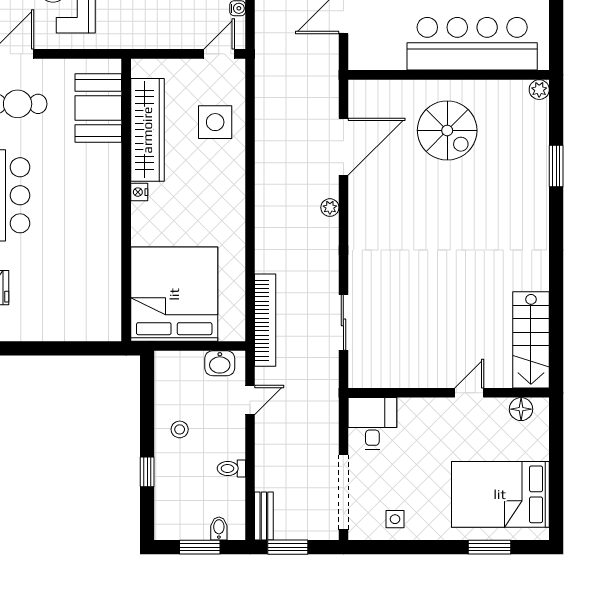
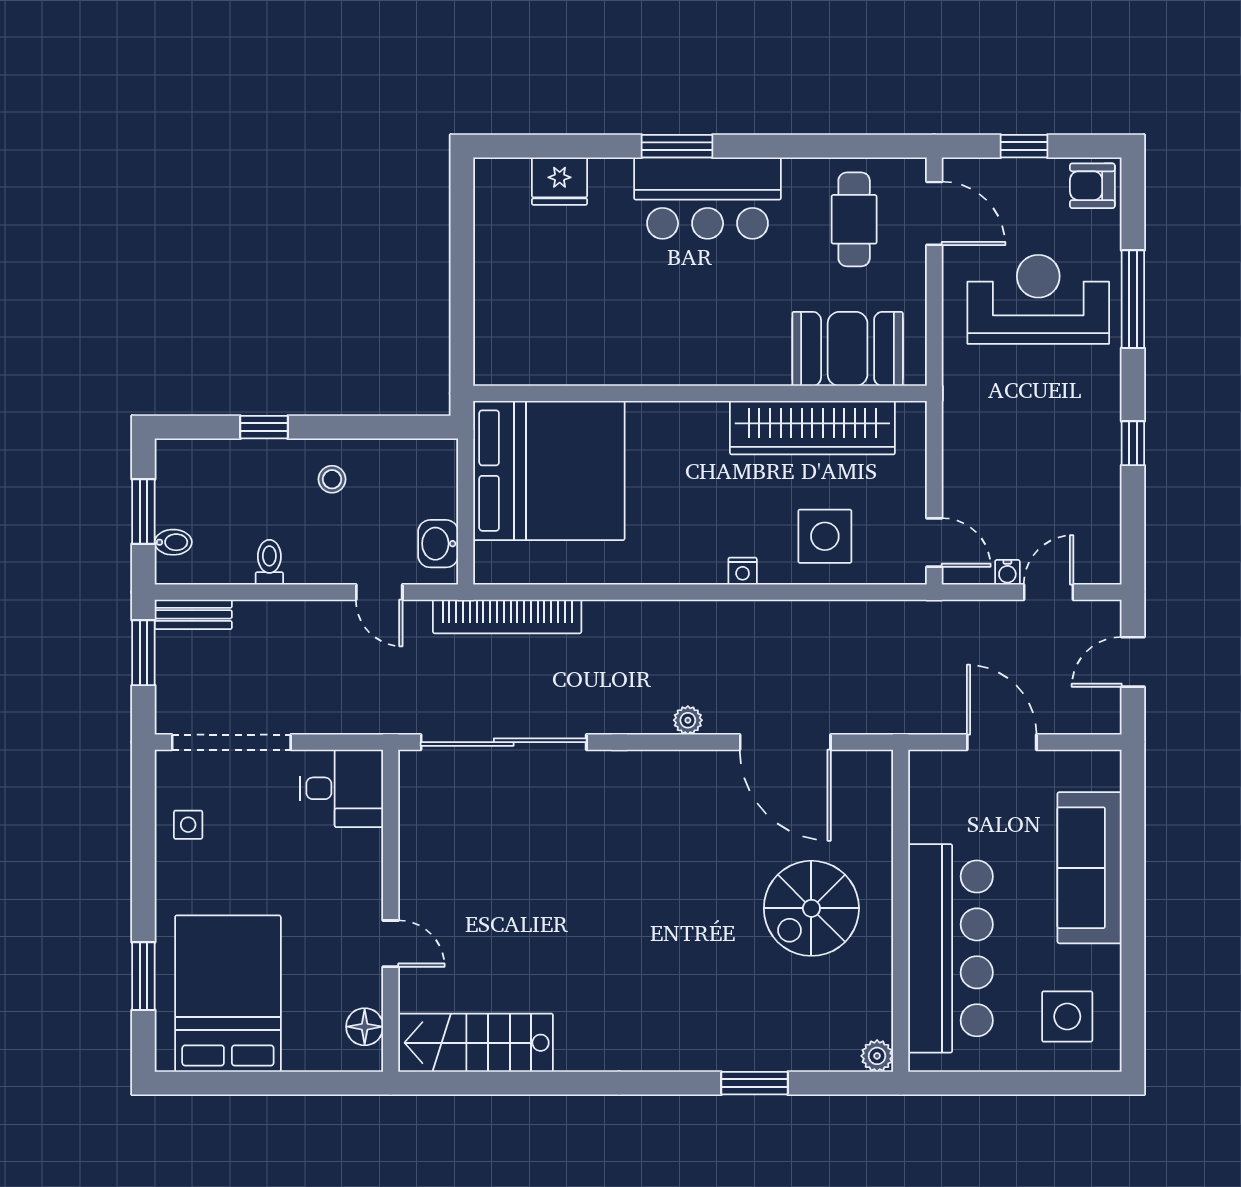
nightstand: (139, 192) -> (743, 571), moved, turned 180
sliding door: (343, 322) -> (504, 742), width x1.86

